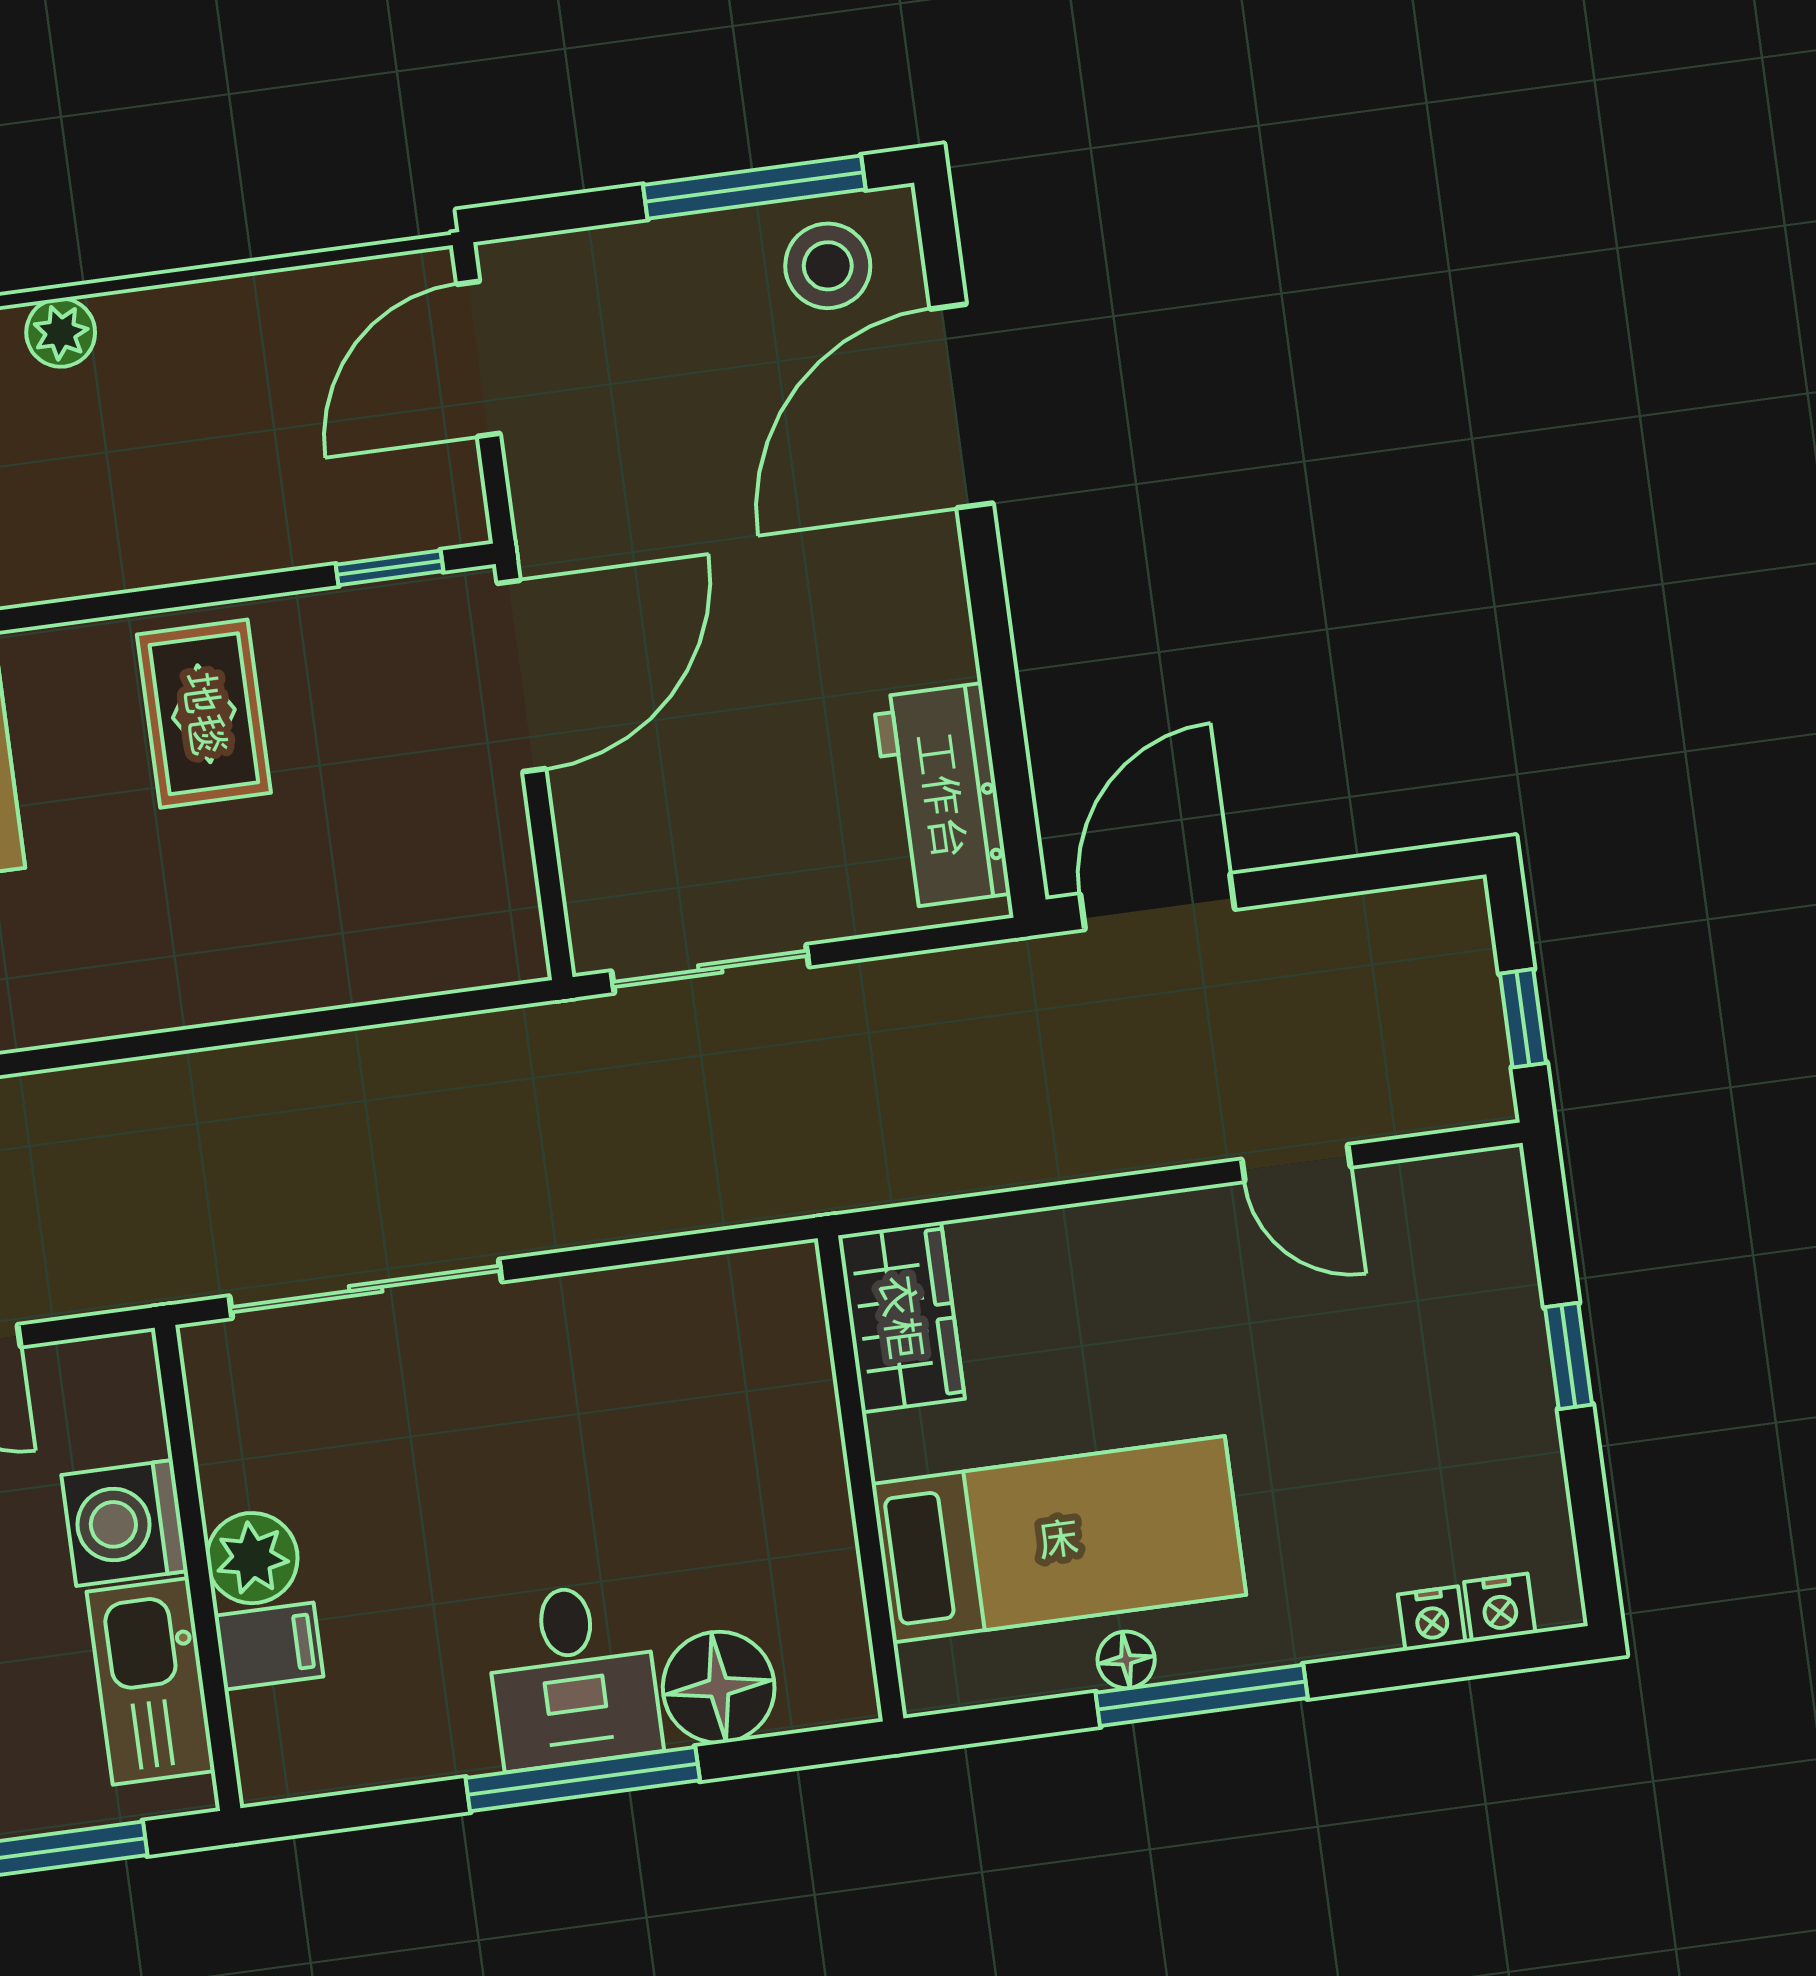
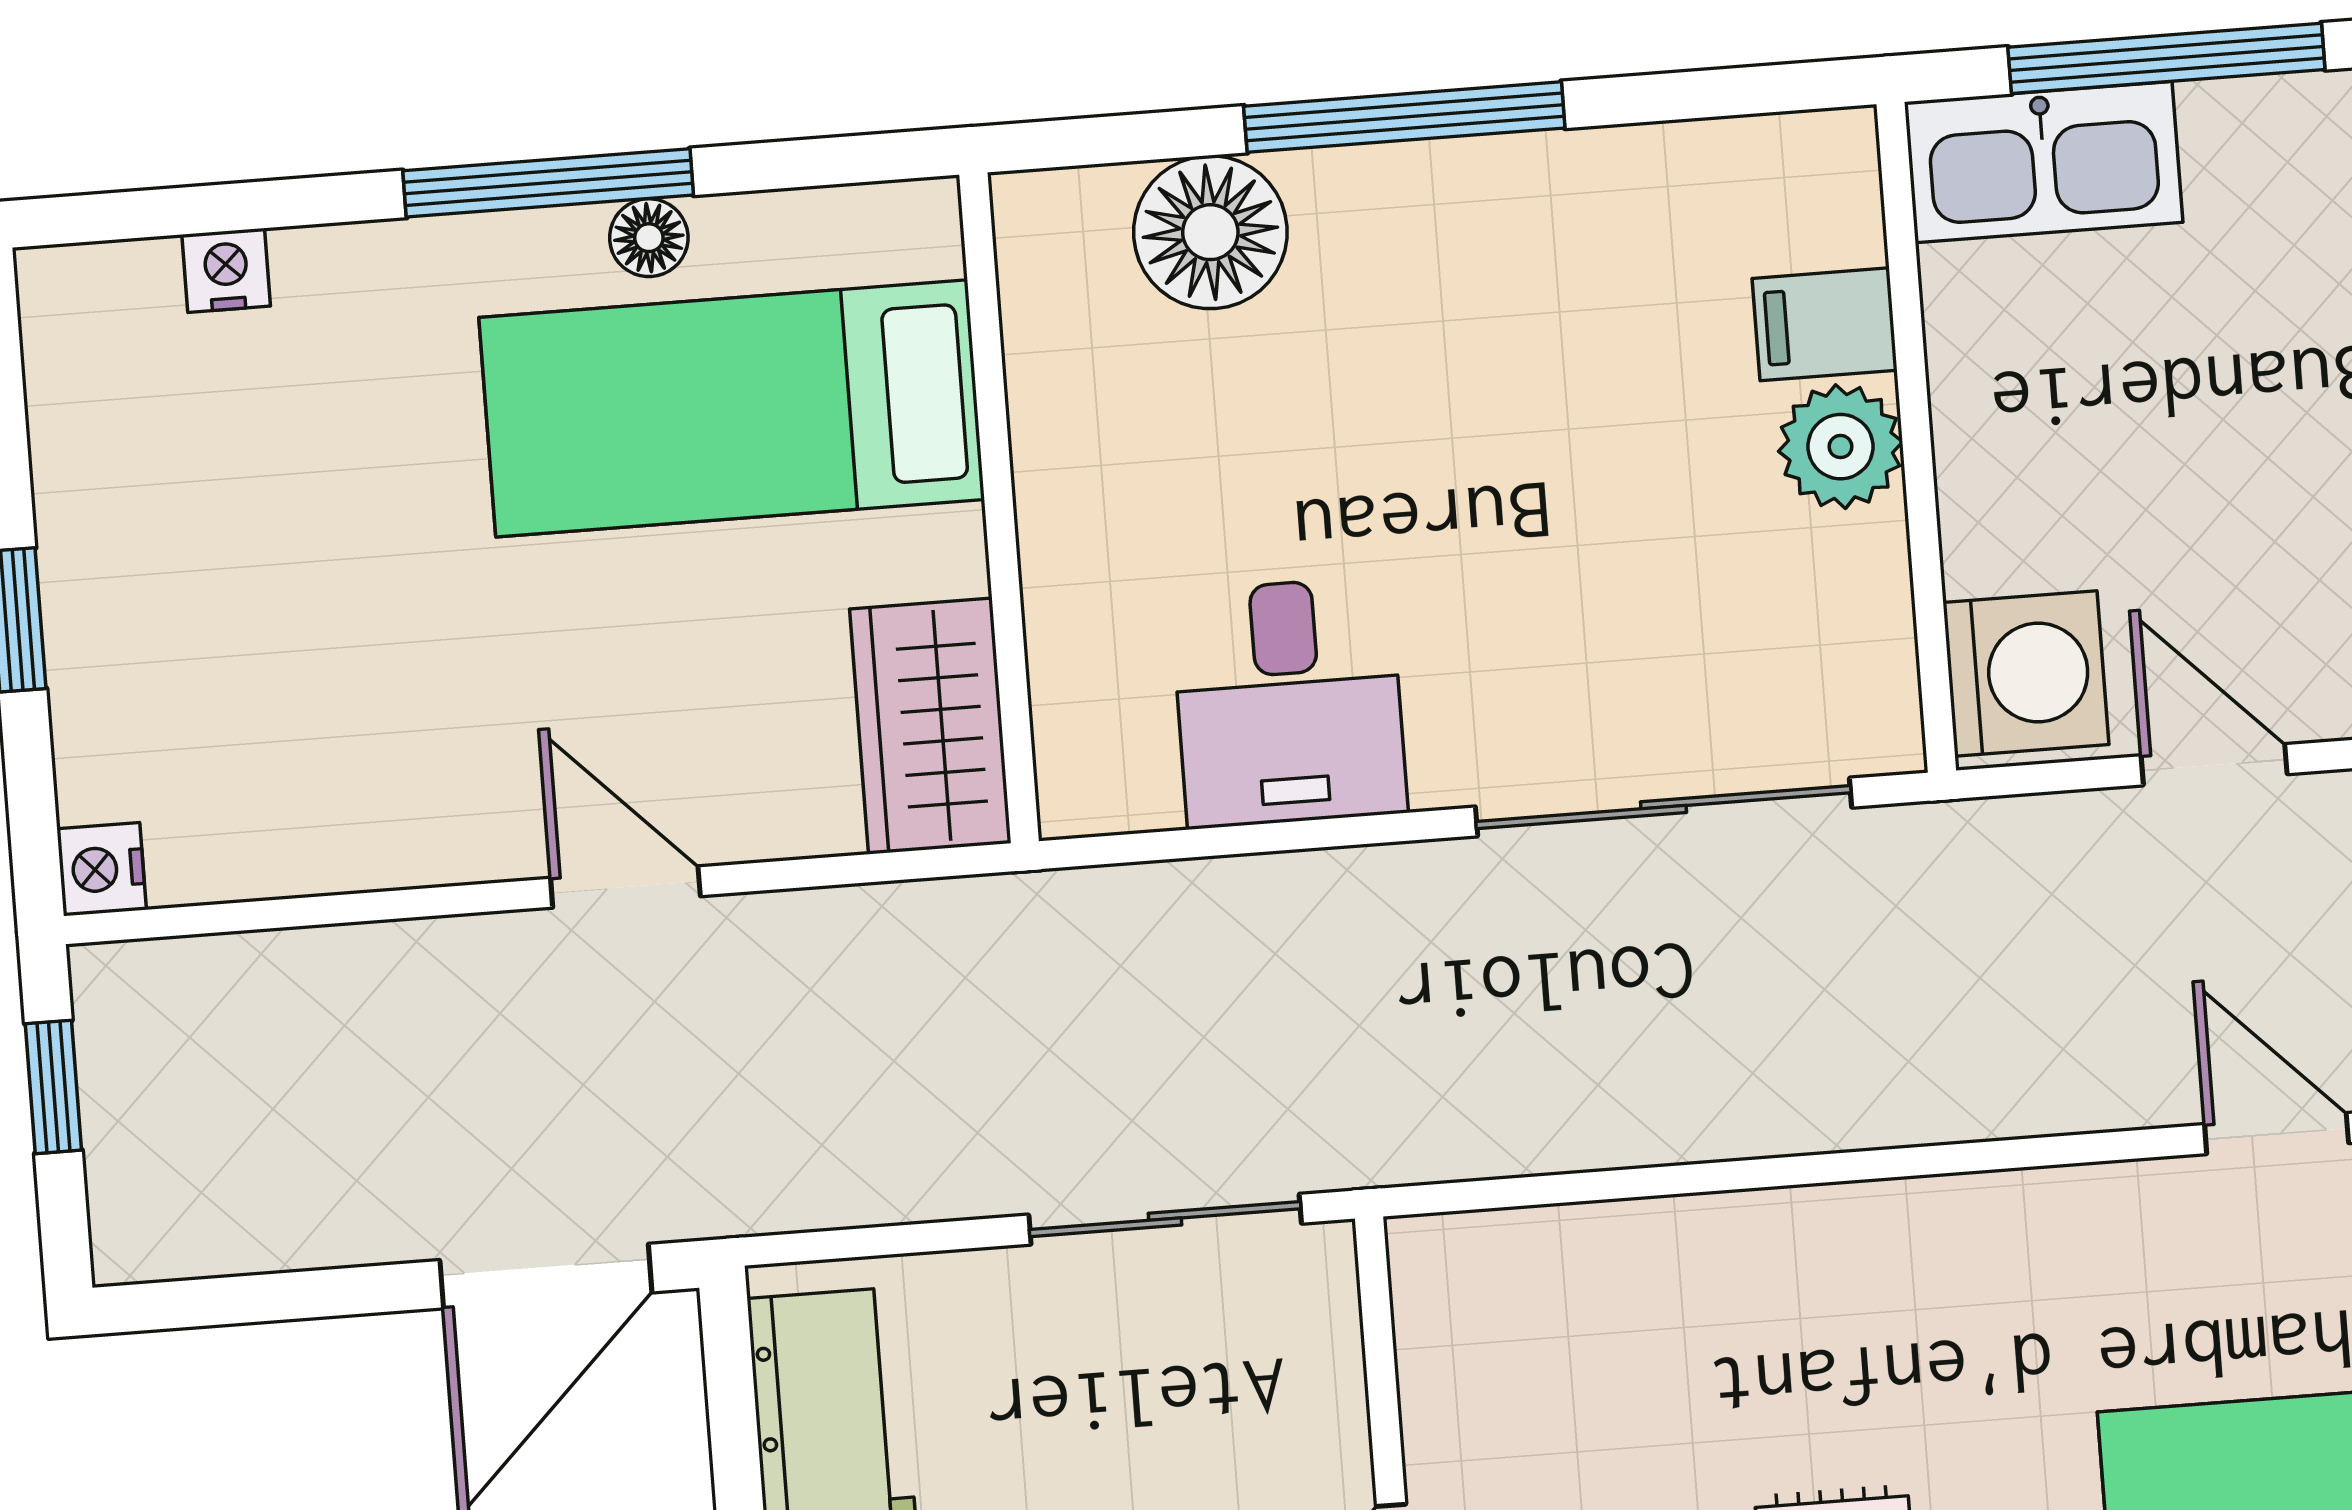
door: (1296, 1163) -> (625, 887), moved
washing machine: (125, 1523) -> (2026, 673), moved
nightstand: (1500, 1608) -> (102, 869), moved, turned -90
desk: (573, 1676) -> (1289, 702), moved, turned 180
kitchen sink: (151, 1681) -> (2044, 162), moved, turned 90

